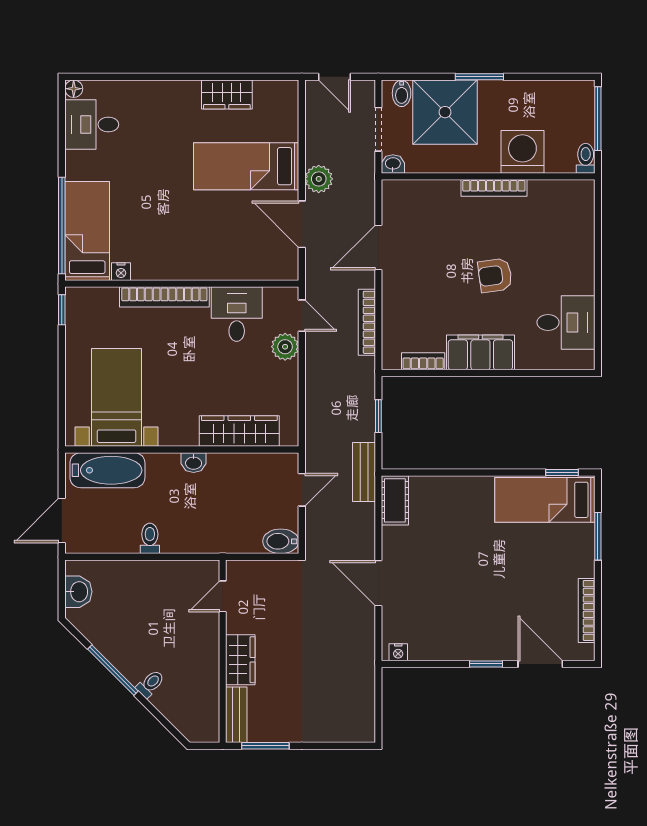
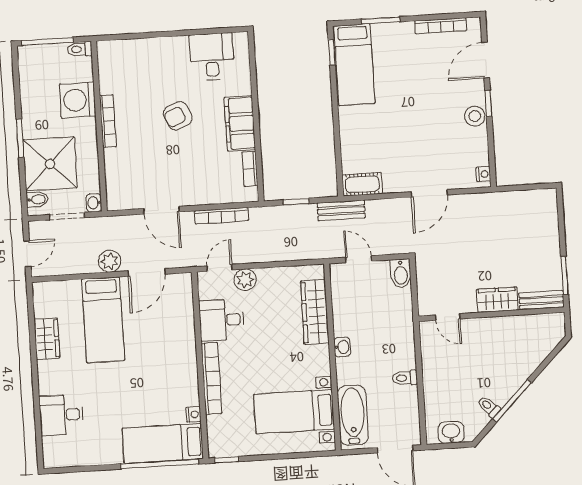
floor lamp: (74, 89) -> (50, 461), removed
desk: (92, 124) -> (61, 415), moved, turned 90
armchair: (495, 275) -> (178, 116), turned 75
stool: (471, 646) -> (475, 116), added
toilet: (150, 684) -> (489, 407), moved

